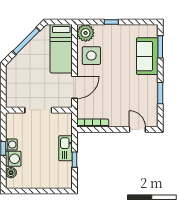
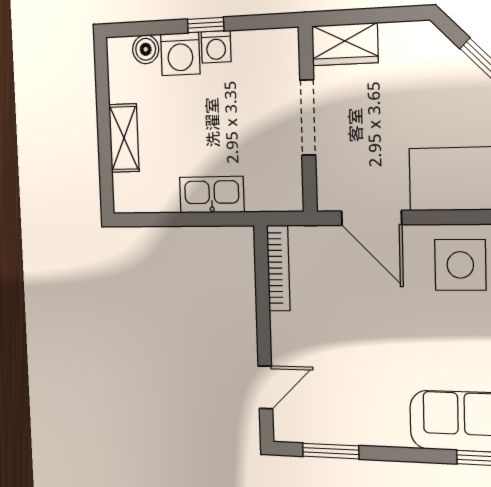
window: (160, 93) -> (331, 451), moved
wardrobe: (13, 96) -> (345, 44), added
window: (75, 160) -> (184, 219), removed
shelving: (44, 183) -> (124, 138), added

